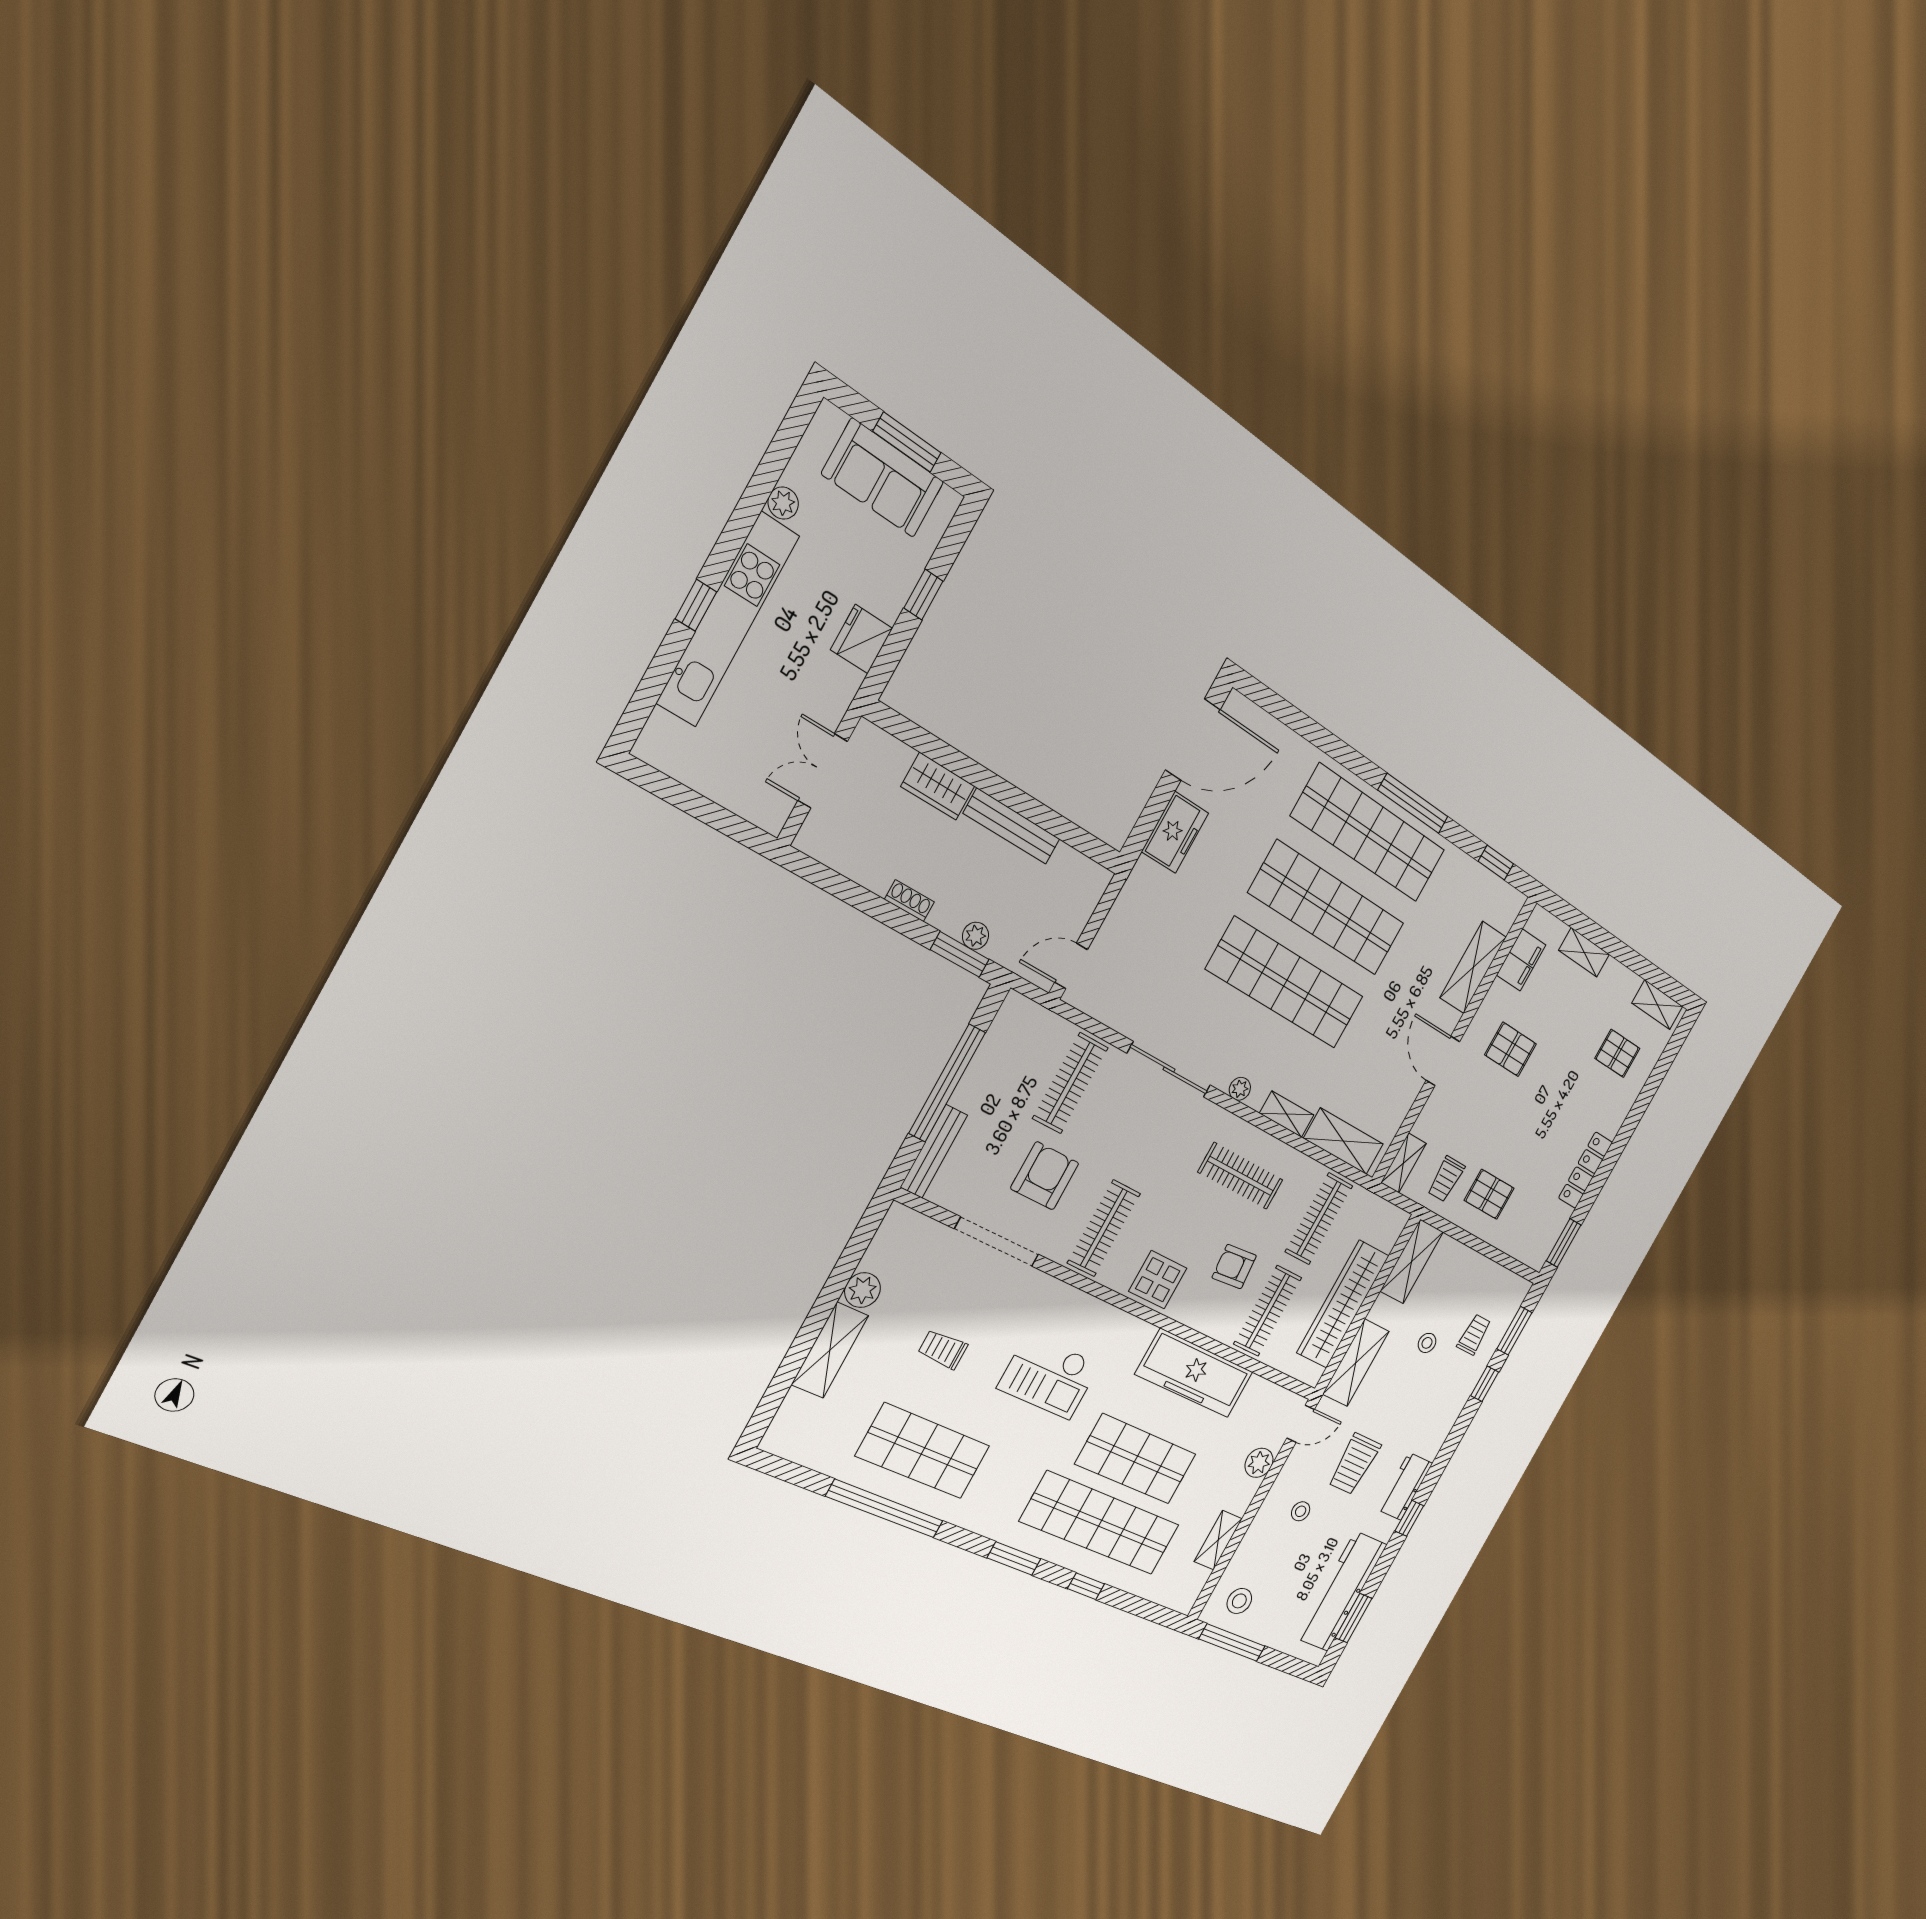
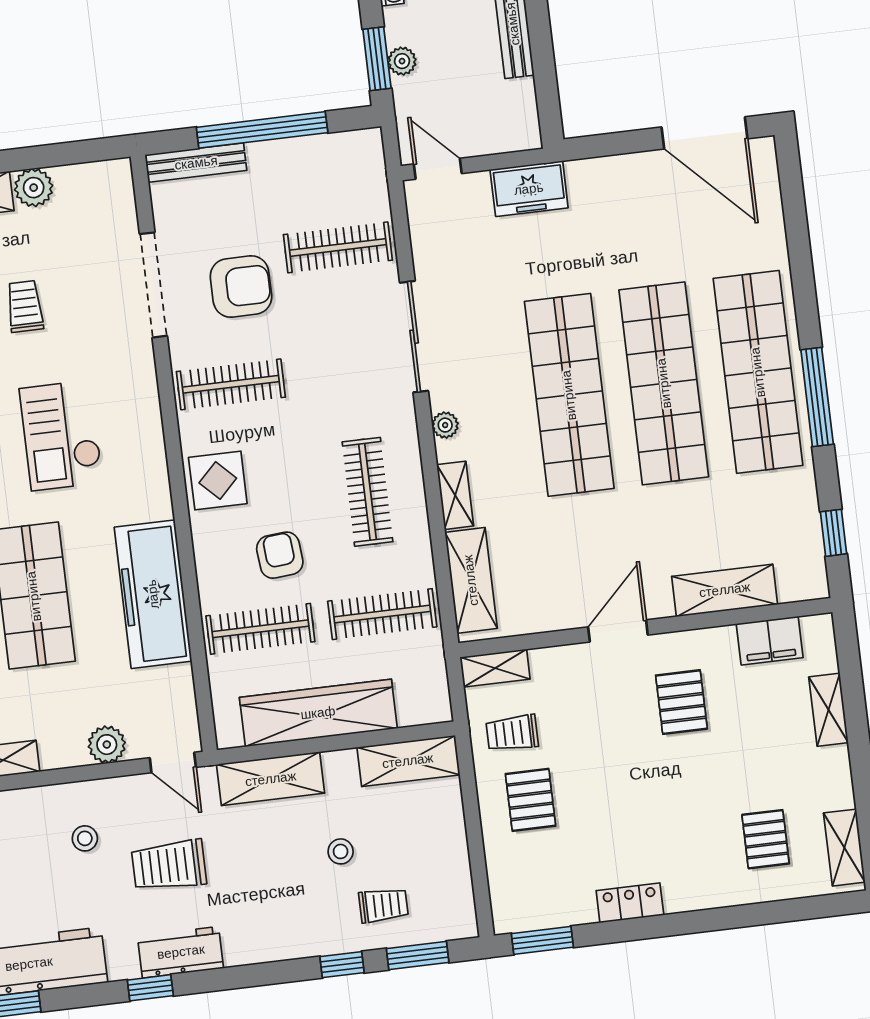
freezer: (1175, 832) -> (529, 189), moved
locker: (1586, 1170) -> (630, 903), width x0.66

